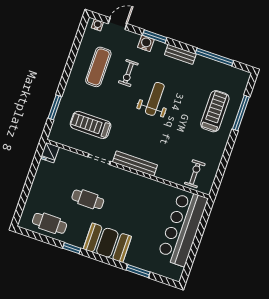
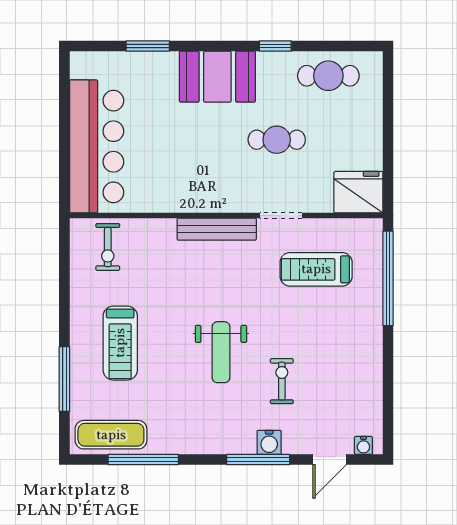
window: (155, 36) -> (258, 460), width x1.44
bench: (180, 54) -> (203, 444), removed
exercise mat: (98, 67) -> (111, 435), moved, turned 90
window: (55, 107) -> (388, 278), width x2.11
treadmill: (215, 111) -> (120, 343), moved
treadmill: (91, 125) -> (316, 269), turned 180
fridge: (50, 153) -> (358, 192), width x1.88, depth x1.34

